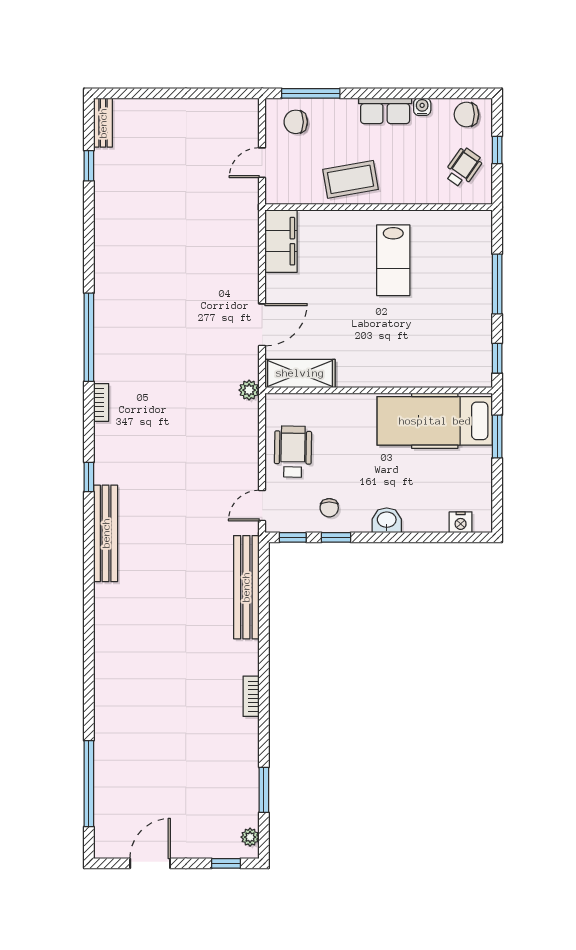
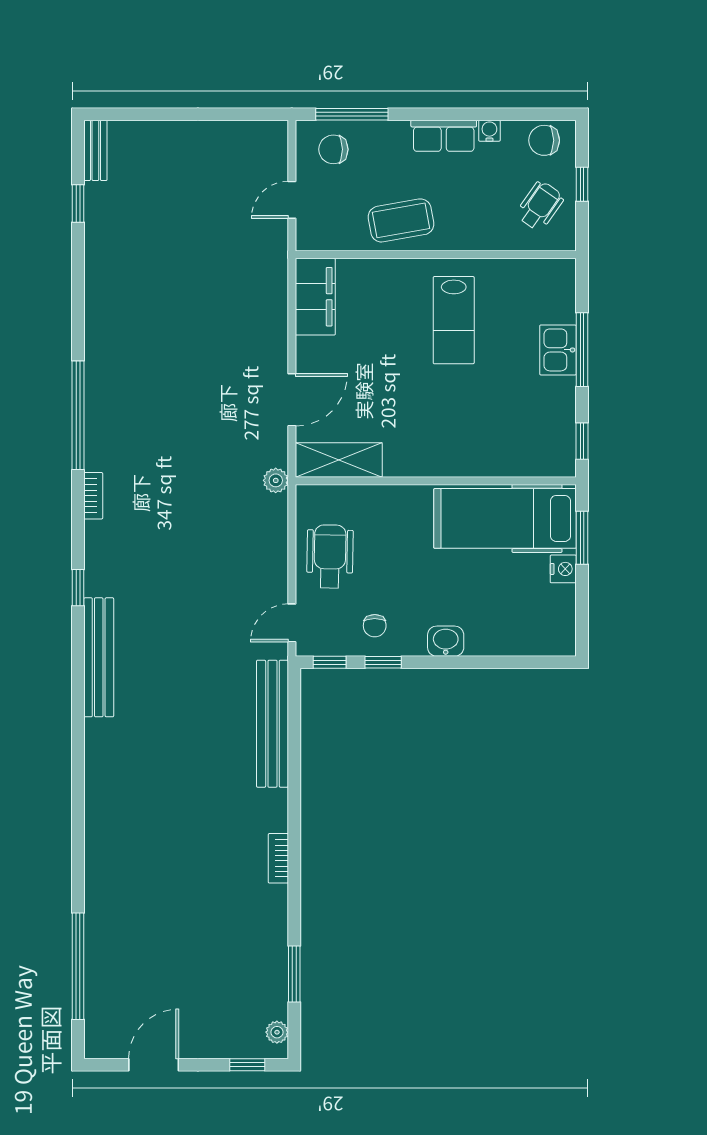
kitchen sink: (478, 284) -> (558, 350), added
nightstand: (461, 522) -> (563, 569), moved, turned -90

